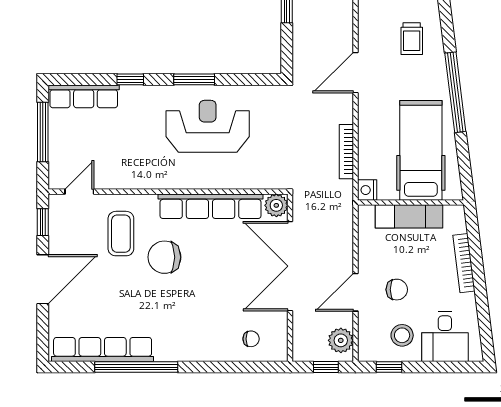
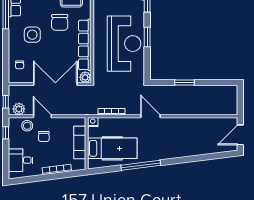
trolley: (412, 39) -> (167, 144), removed
reception desk: (208, 126) -> (124, 44), width x1.36, depth x1.30
chair: (164, 257) -> (60, 22), turned 180
side table: (190, 313) -> (32, 35), added
stool: (402, 335) -> (27, 126), moved

